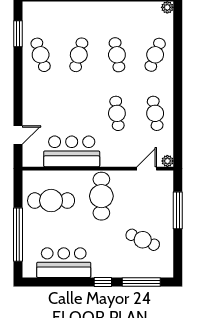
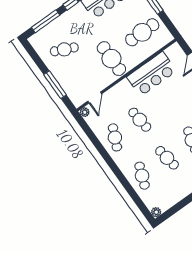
cafe table: (155, 113) -> (115, 137), turned 33

